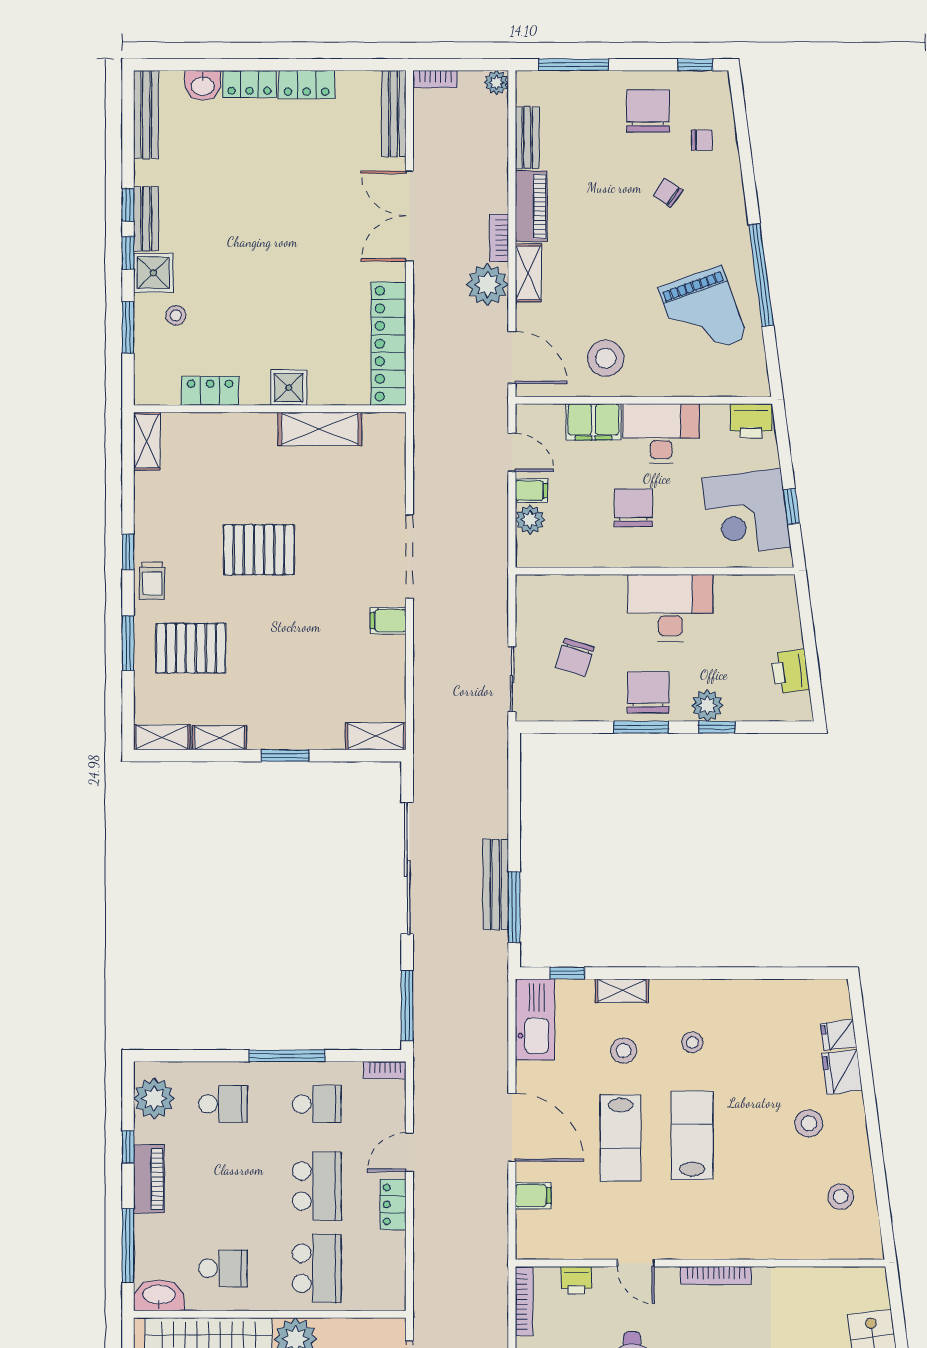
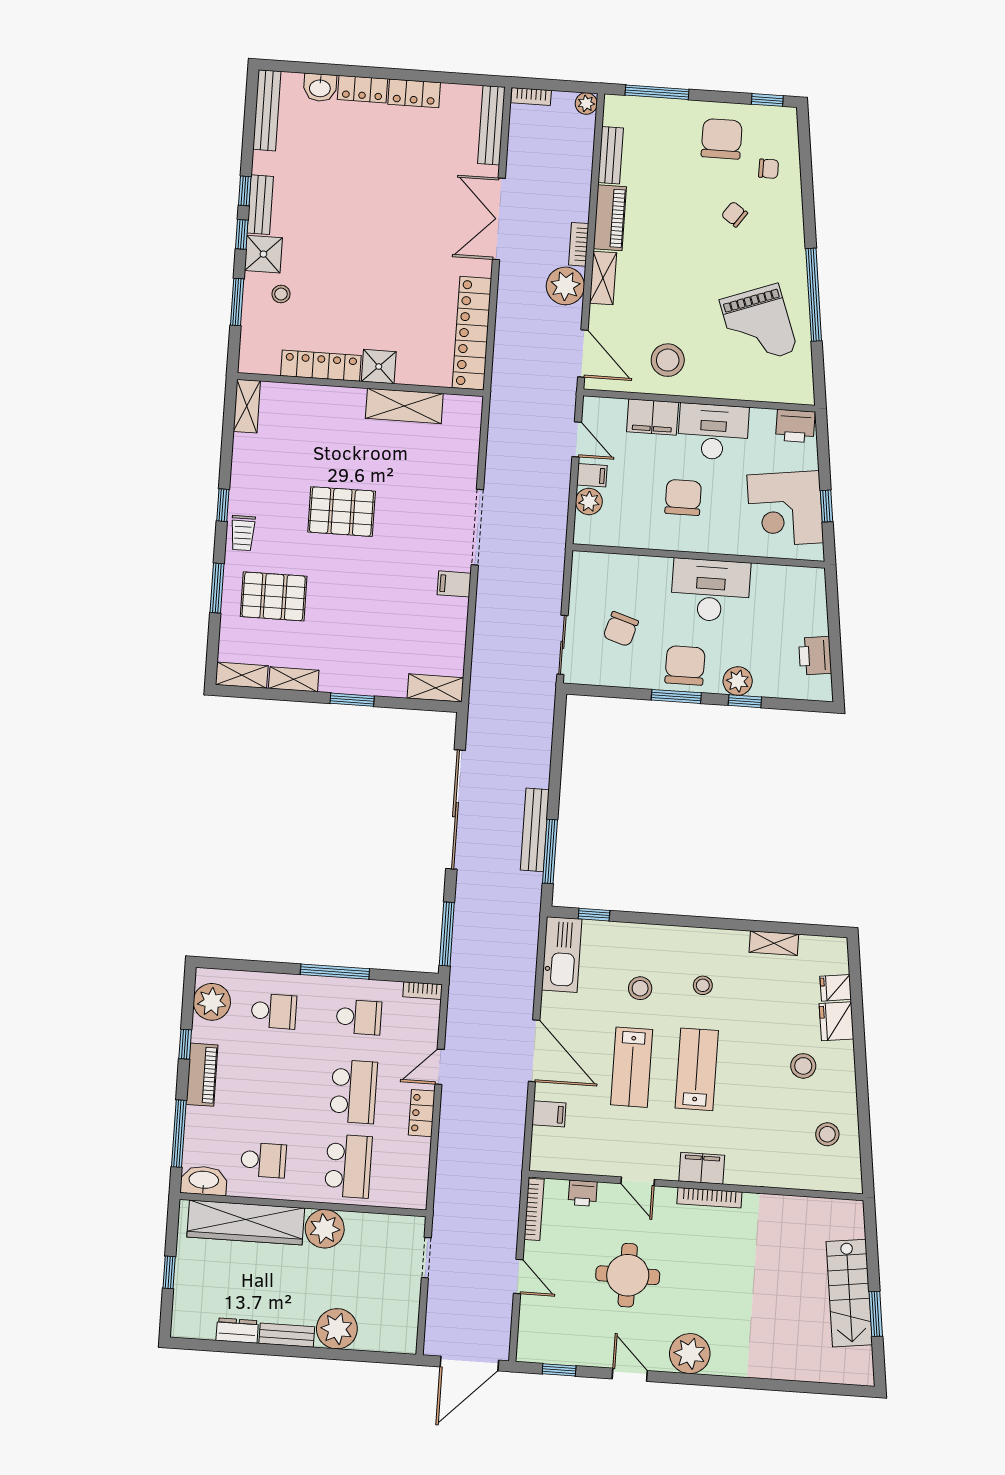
locker: (210, 391) -> (321, 366), width x1.53
shelving: (622, 991) -> (774, 943), moved
filing cabinet: (705, 1243) -> (702, 1168), added

